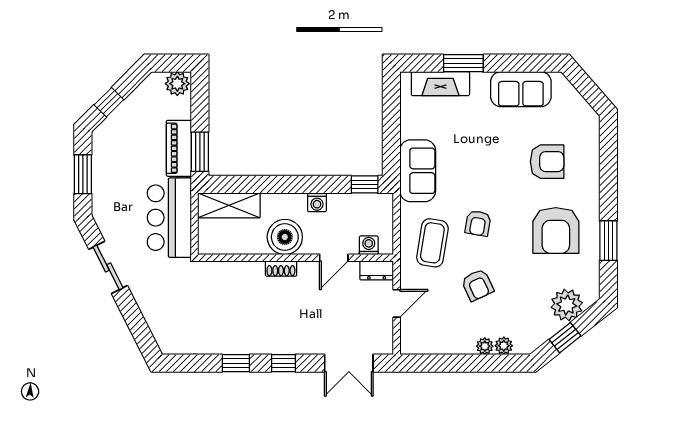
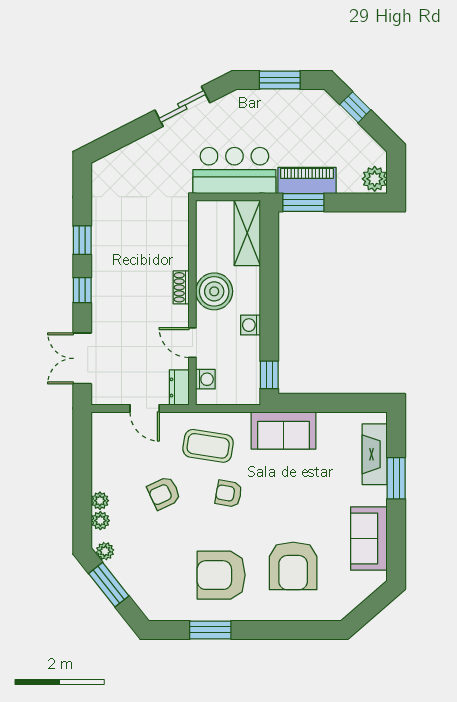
armchair: (547, 162) -> (293, 566), width x1.36, depth x1.36
plant: (567, 305) -> (105, 551), moved, width x0.53, depth x0.53
window: (565, 338) -> (109, 585), width x1.50

